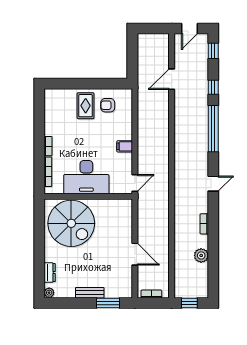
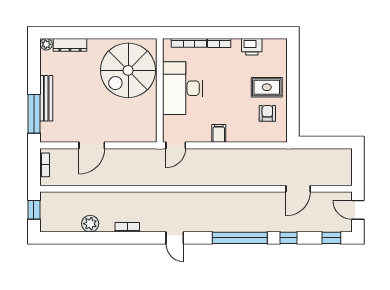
door: (172, 79) -> (298, 189), swing flipped
printer: (51, 118) -> (252, 47), added
door: (135, 183) -> (176, 145), hinge flipped
dresser: (50, 273) -> (70, 45), width x1.44
bench: (90, 293) -> (46, 98), width x1.36
window: (108, 303) -> (34, 114), width x1.44

